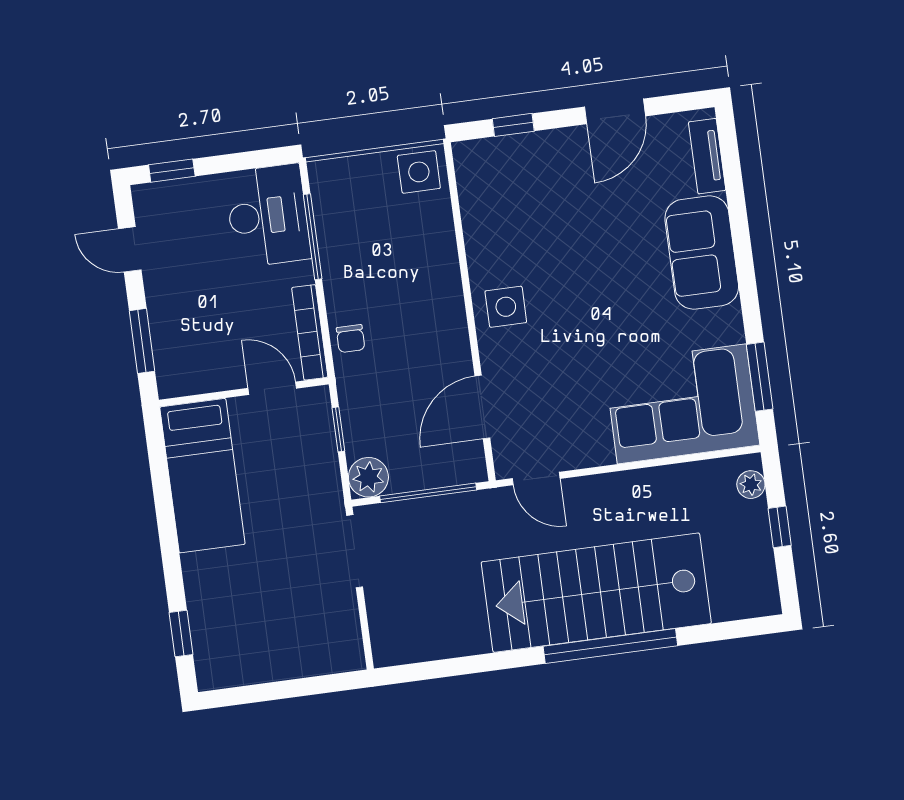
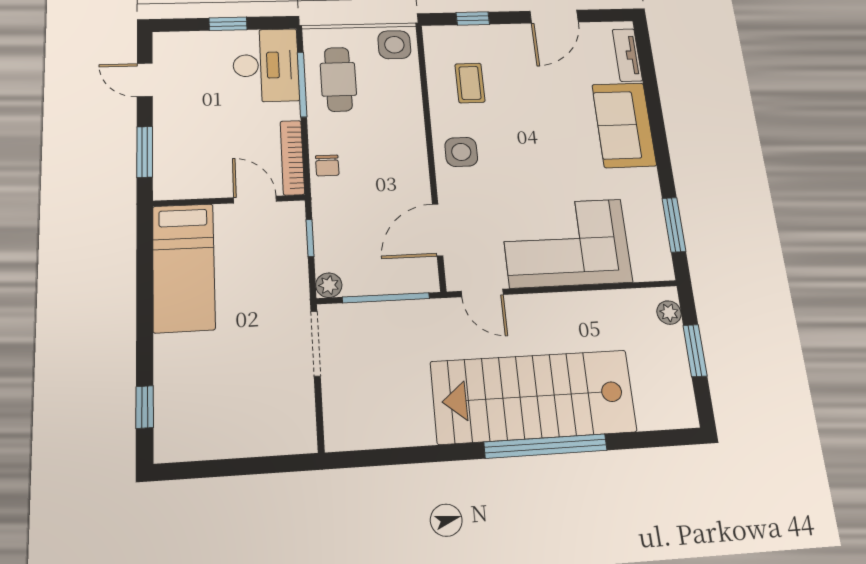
window: (172, 171) -> (228, 24), moved
coffee table: (513, 215) -> (470, 83), added
cafe table: (355, 226) -> (338, 79), added
corner sofa: (682, 404) -> (566, 243), moved
plant: (368, 477) -> (329, 285), width x0.73, depth x0.73
window: (780, 527) -> (695, 351), width x1.50

